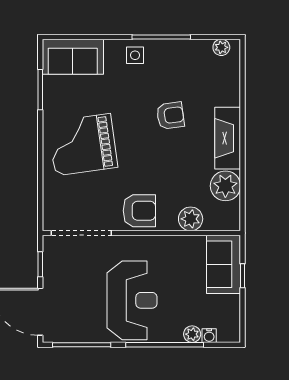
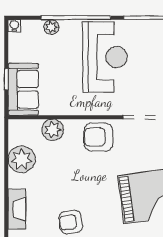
fireplace: (228, 138) -> (17, 209), width x0.73, depth x0.76
reception desk: (132, 300) -> (105, 57), turned 180
water cooler: (209, 336) -> (14, 26), moved

